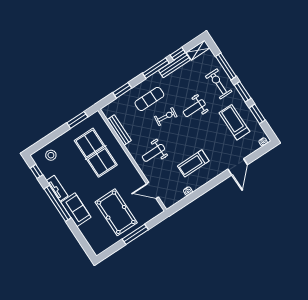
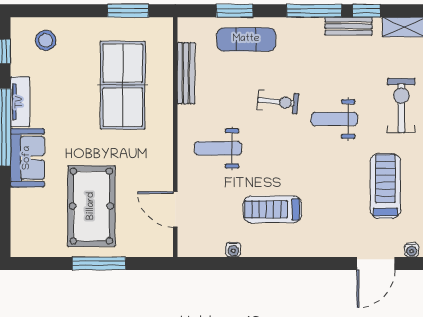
bench: (174, 65) -> (348, 26), width x0.73
exercise mat: (149, 99) -> (246, 39), moved
door: (238, 167) -> (376, 263), moved

